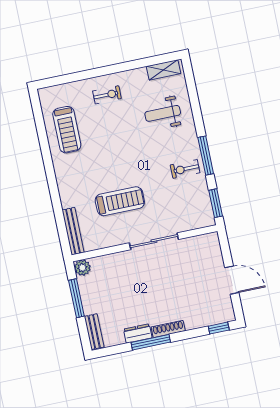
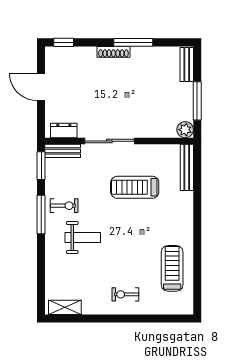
weight bench: (163, 113) -> (83, 238), moved
bench: (198, 222) -> (63, 151), added
dresser: (138, 333) -> (64, 130), moved, turned 180

